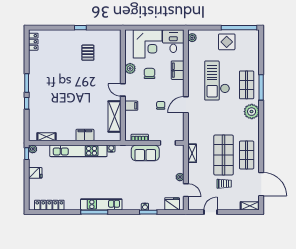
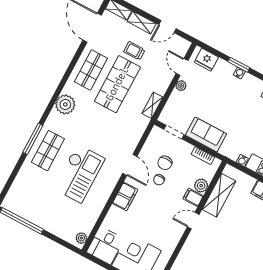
display table: (227, 42) -> (44, 212), removed
plant: (130, 68) -> (201, 186), moved
filing cabinet: (178, 70) -> (125, 197), moved
chair: (150, 73) -> (165, 163), moved
door: (123, 90) -> (193, 221), swing flipped
door: (186, 105) -> (130, 165), hinge flipped
plant: (252, 112) -> (65, 104), moved
shelving: (229, 205) -> (142, 23), added

